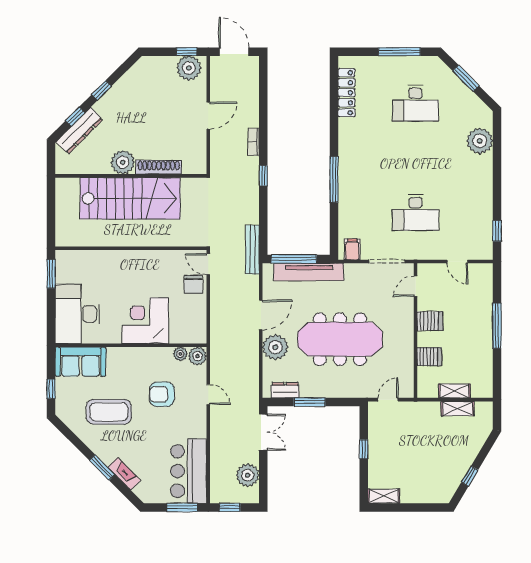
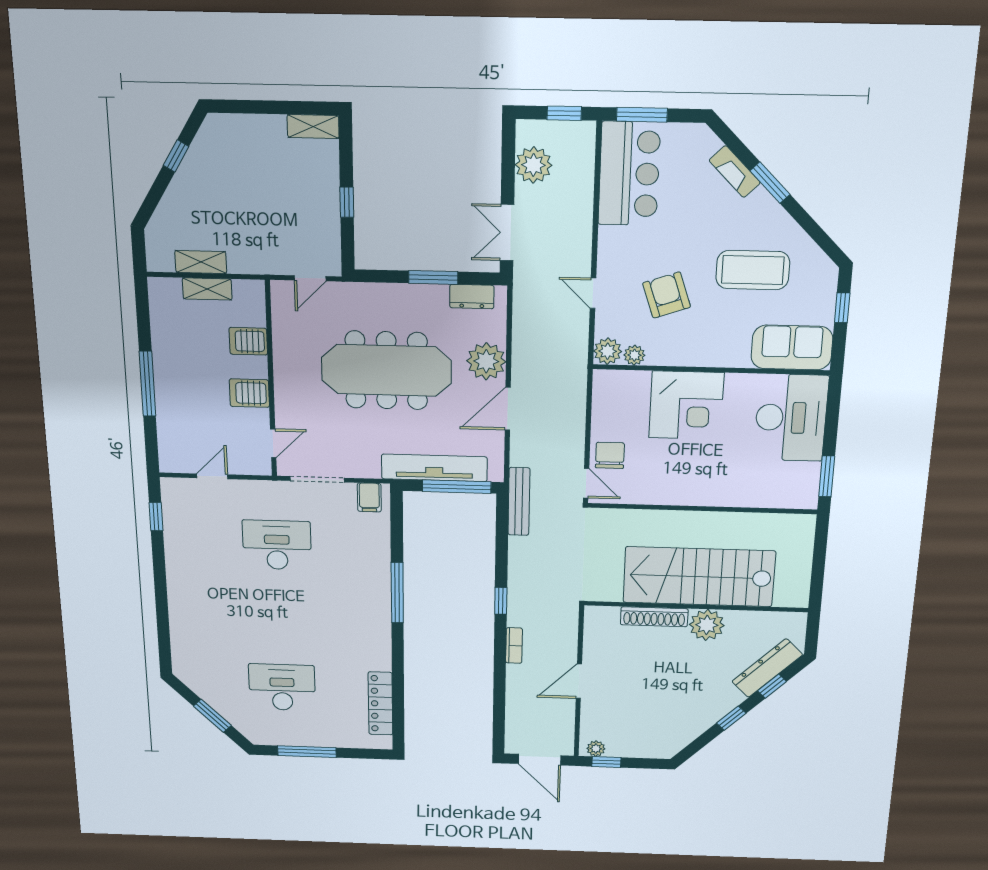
plant: (189, 68) -> (596, 749), width x0.53, depth x0.53
plant: (480, 141) -> (188, 636), removed
door: (457, 261) -> (212, 476), hinge flipped
armchair: (162, 394) -> (667, 295), turned -109

